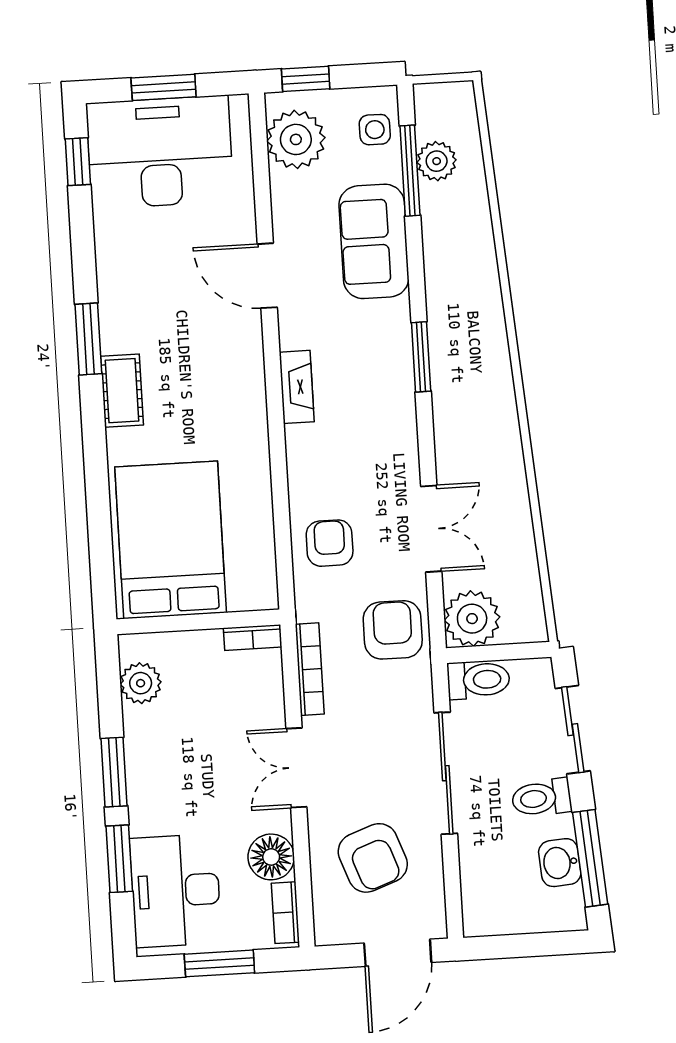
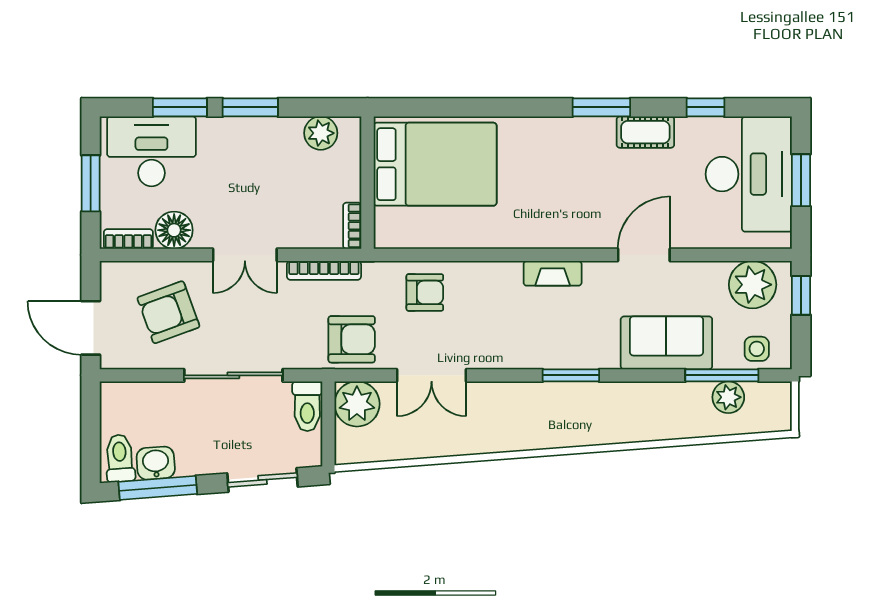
window: (78, 162) -> (705, 107), moved
cot: (122, 391) -> (645, 132), moved
double door: (296, 768) -> (245, 255), swing flipped
toilet: (542, 798) -> (120, 458), moved

